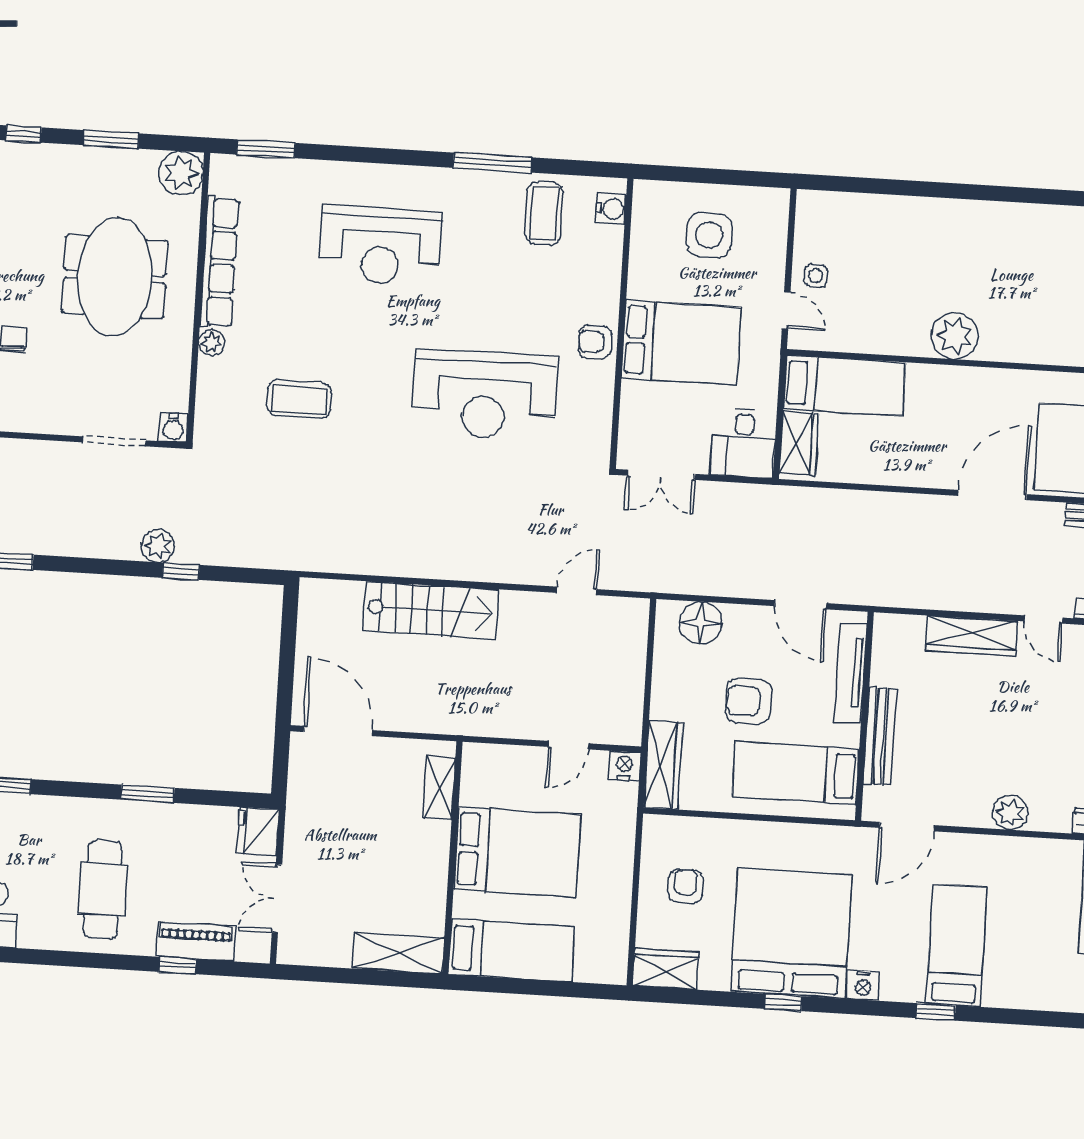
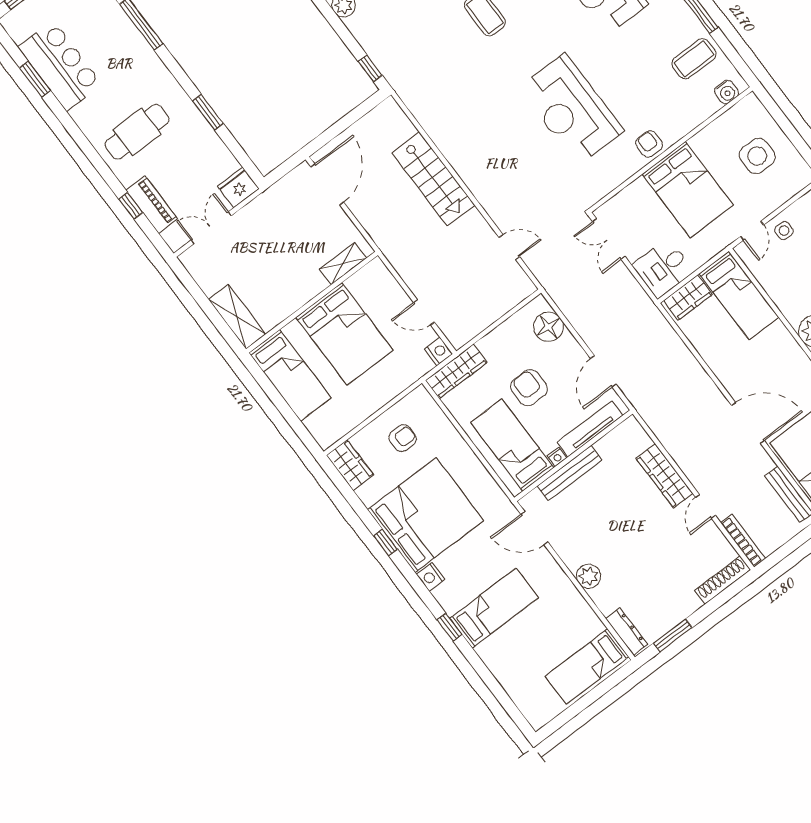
window: (181, 571) -> (370, 68), moved
nightstand: (850, 735) -> (557, 457), added

